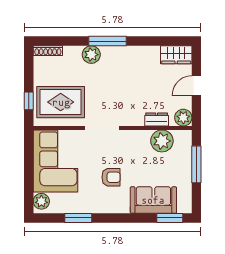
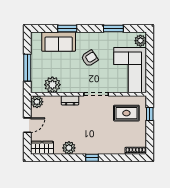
window: (108, 41) -> (92, 158), width x0.46
plant: (91, 55) -> (69, 148), moved
rug: (61, 102) -> (126, 113), width x0.73, depth x0.70
dresser: (157, 120) -> (70, 100), moved
armchair: (111, 177) -> (90, 58), turned 147
window: (170, 218) -> (67, 29), moved

